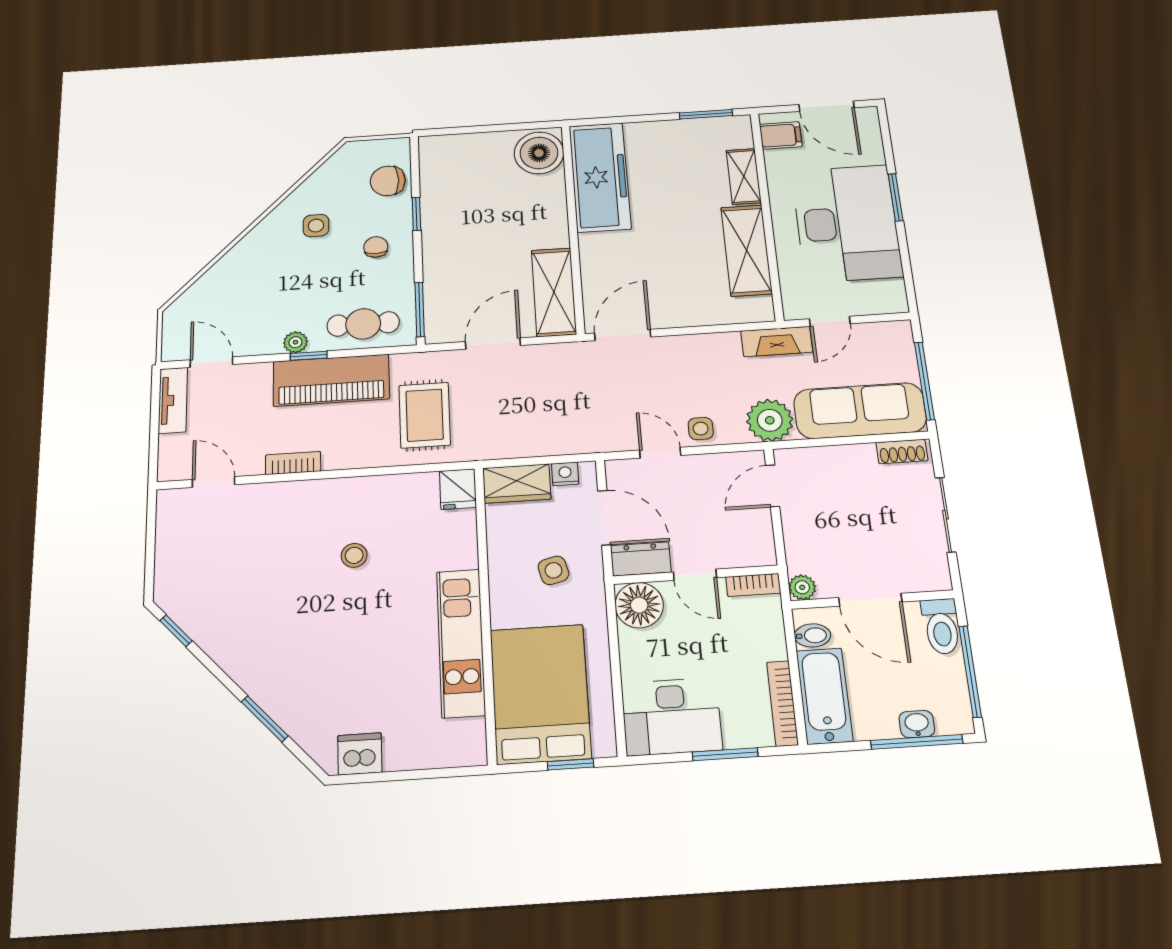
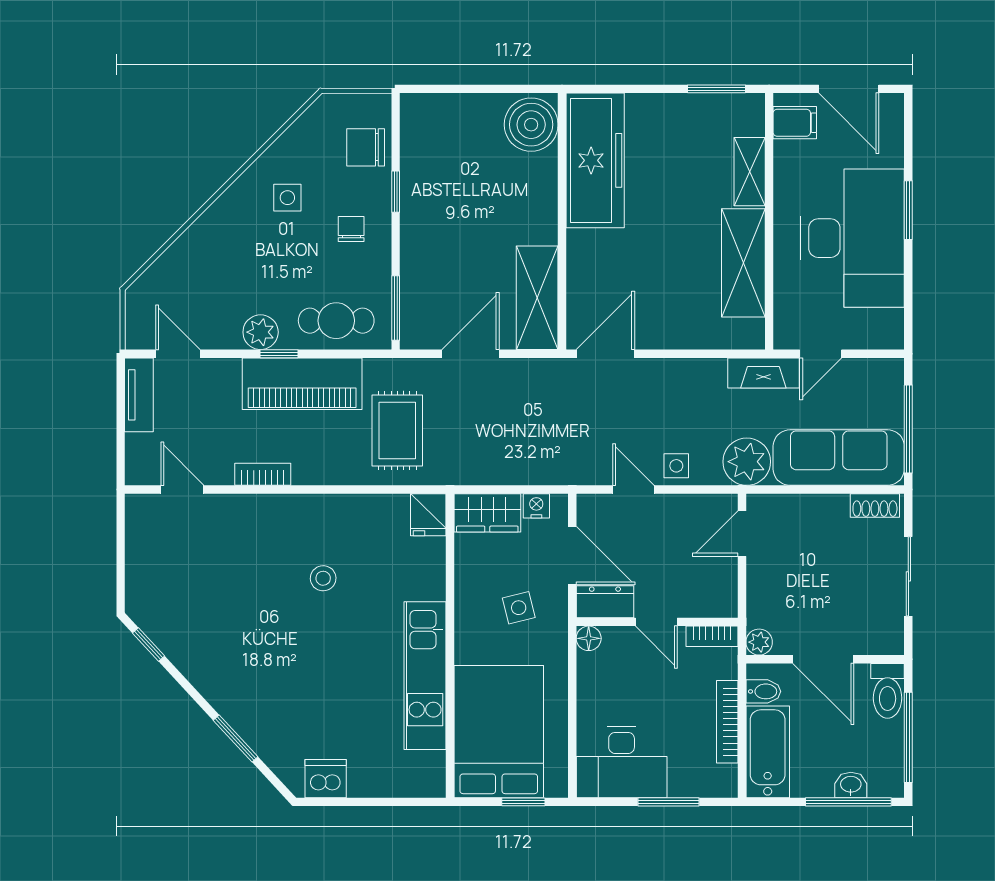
plant: (295, 342) -> (261, 332), width x1.38, depth x1.38
floor lamp: (639, 605) -> (589, 638), width x0.53, depth x0.53
bookcase: (782, 703) -> (727, 722), moved

